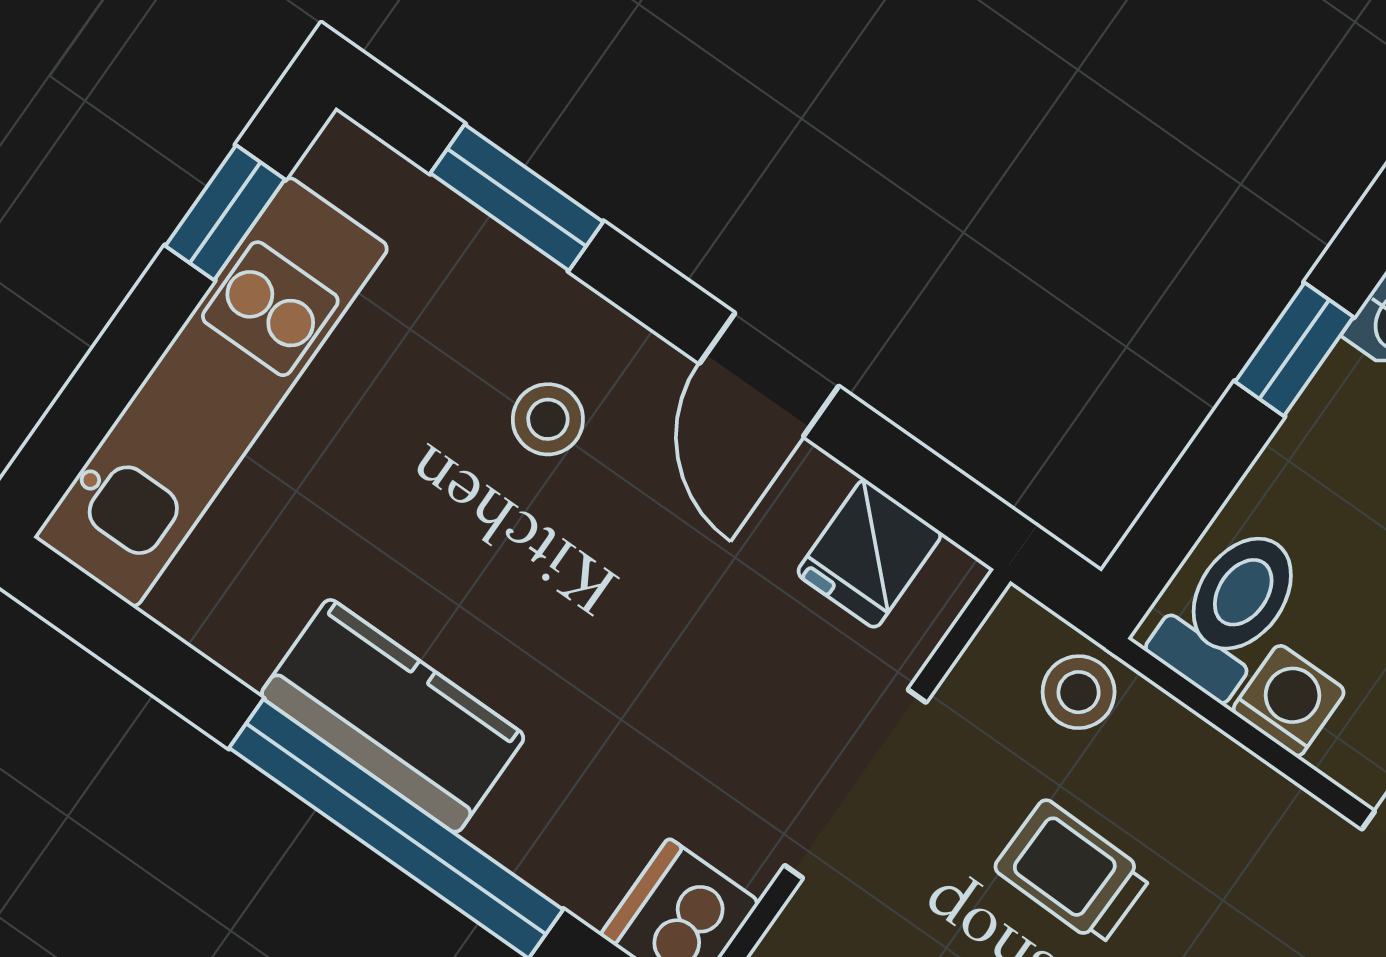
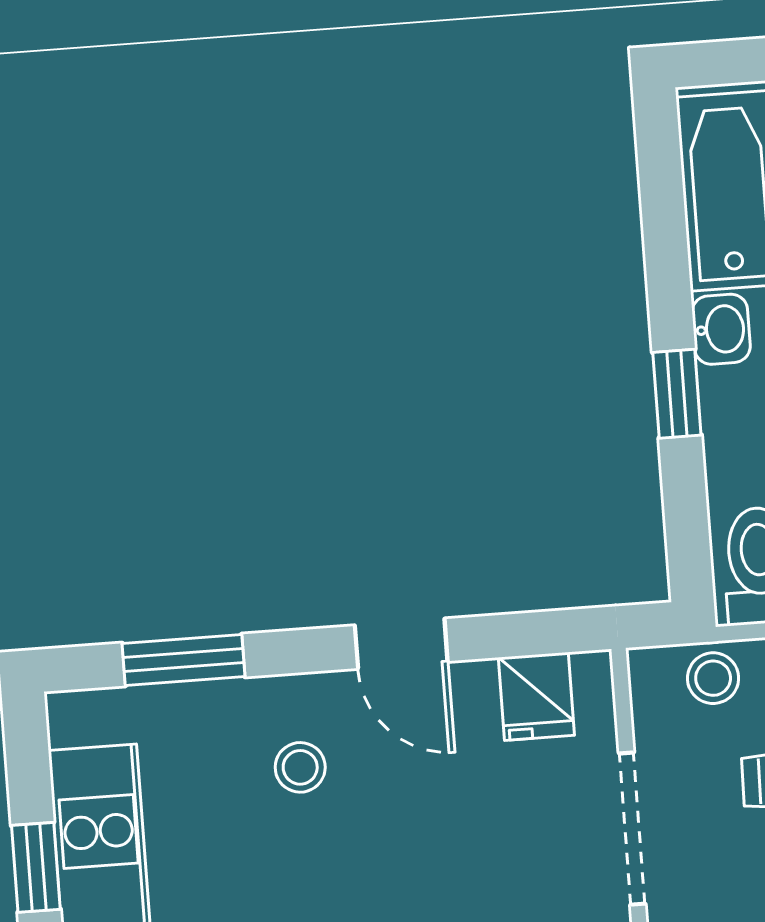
window: (225, 213) -> (36, 867), moved

